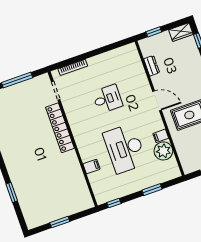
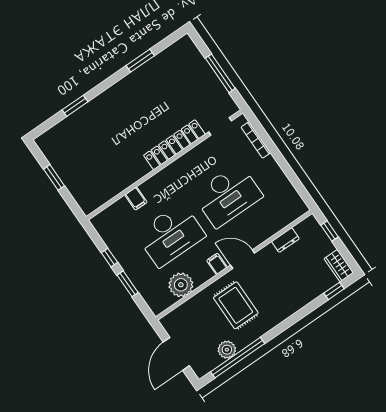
desk: (107, 99) -> (228, 195), width x1.87, depth x1.30
door: (157, 101) -> (243, 259), swing flipped
filing cabinet: (161, 136) -> (217, 264), moved
desk: (125, 148) -> (171, 235), turned 180
window: (114, 203) -> (109, 258), moved

